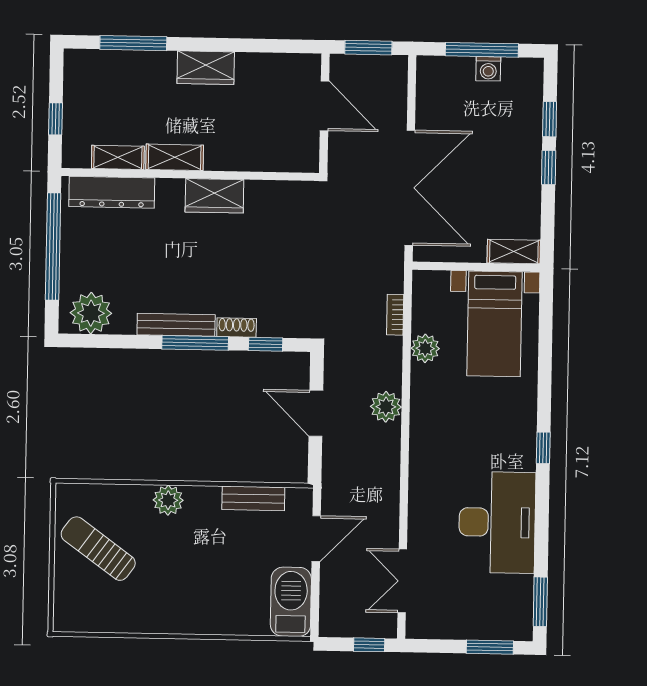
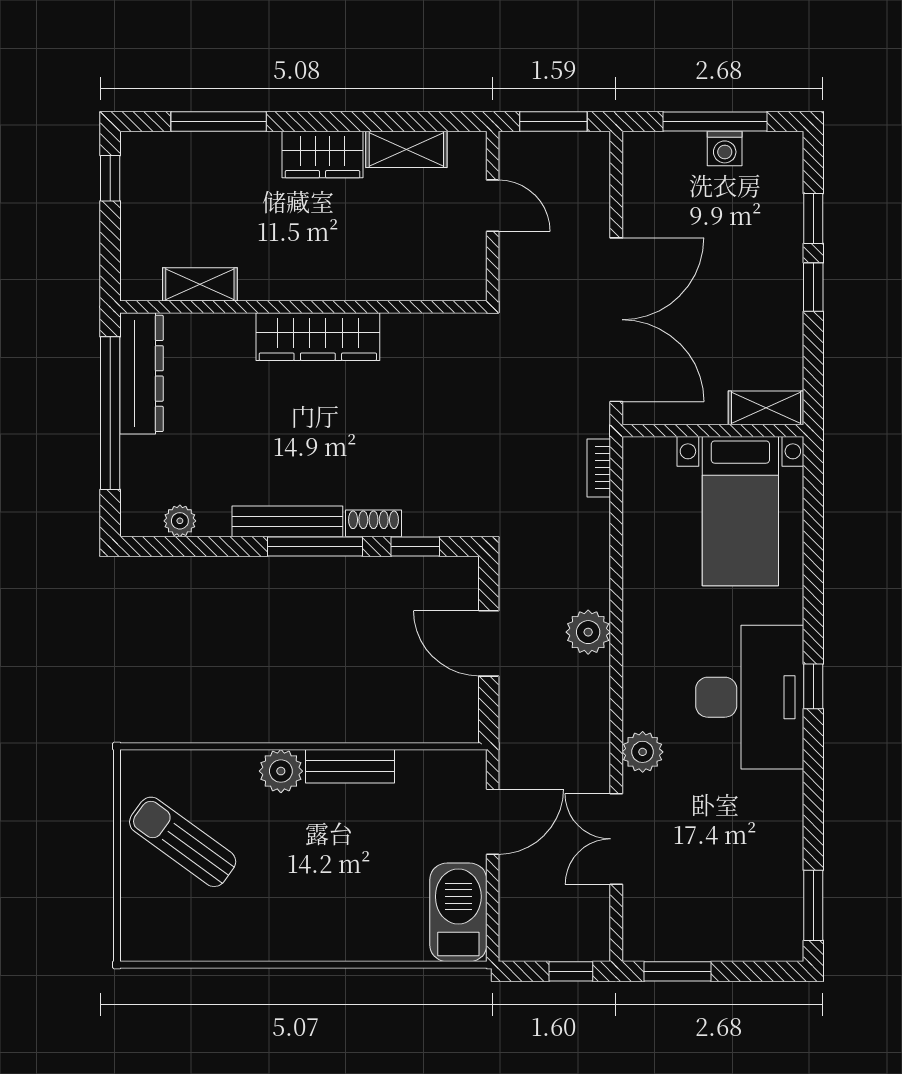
door: (324, 106) -> (493, 206), width x0.73
window: (56, 119) -> (110, 178), moved
shelving: (175, 157) -> (406, 149), moved
dresser: (112, 192) -> (141, 373), moved, turned -90
wardrobe: (214, 196) -> (318, 337), width x1.50
plant: (91, 313) -> (180, 521), width x0.53, depth x0.53
bookcase: (395, 315) -> (599, 468), moved
plant: (425, 348) -> (643, 752), moved
bench: (253, 498) -> (350, 766), moved
desk: (497, 522) -> (750, 697), moved
double door: (402, 581) -> (616, 839), moved
window: (490, 647) -> (678, 971), moved

